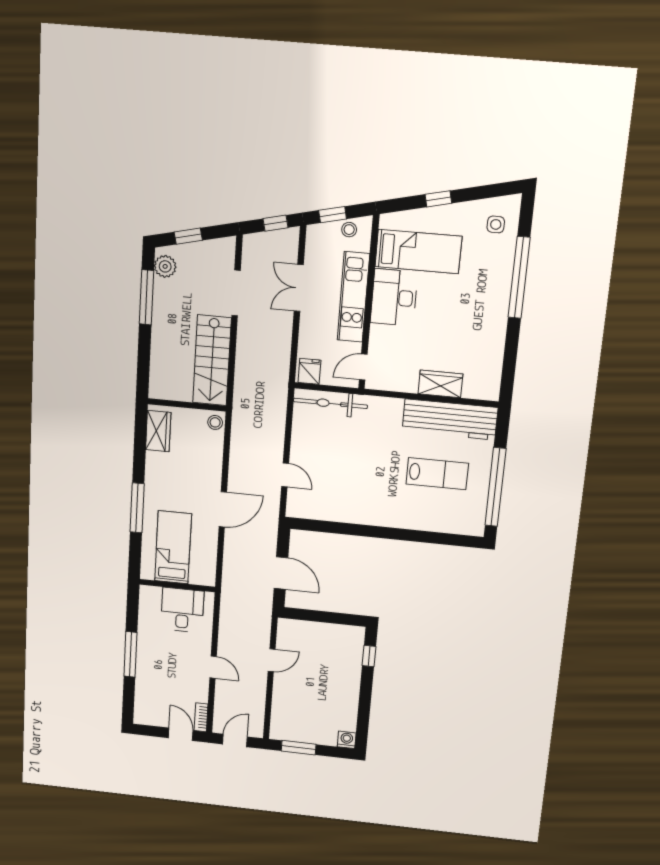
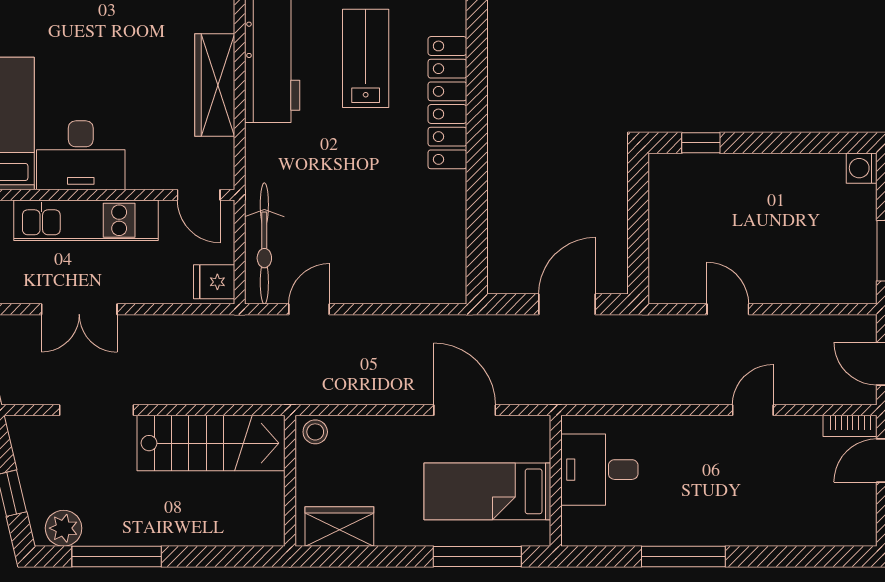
wardrobe: (440, 384) -> (215, 85), width x1.50
door: (285, 475) -> (309, 309), moved
locker: (406, 518) -> (447, 103), added
bed: (173, 547) -> (487, 491), moved
wall: (177, 586) -> (556, 481), moved
desk: (182, 610) -> (599, 470), moved
window: (130, 654) -> (683, 556), moved

